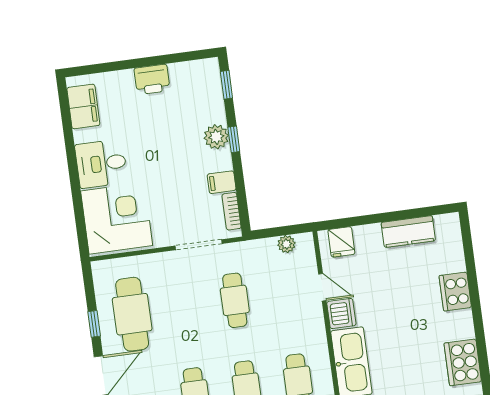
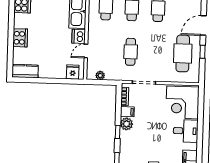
plant: (216, 137) -> (127, 124), moved
kitchen counter: (408, 232) -> (25, 71), moved
door: (322, 287) -> (86, 51), hinge flipped

